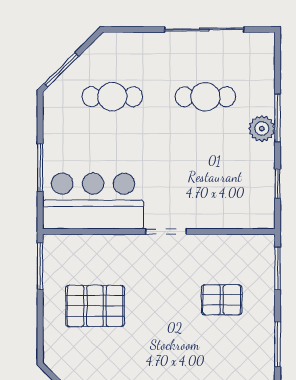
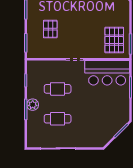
cafe table: (112, 97) -> (58, 89), moved
pallet: (222, 300) -> (50, 29), turned 90
pallet: (95, 306) -> (114, 40), moved, turned 90

